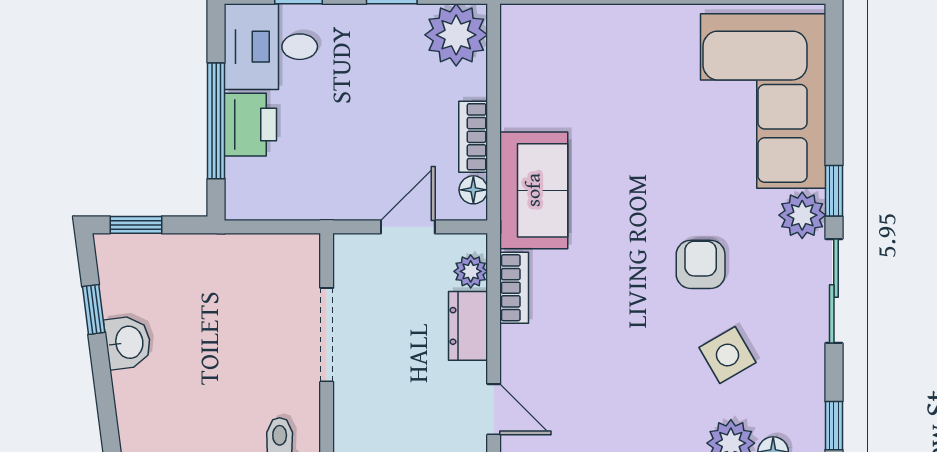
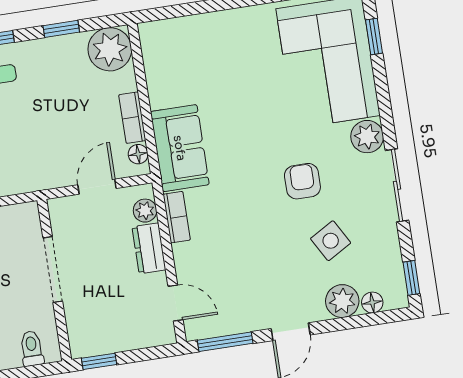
window: (834, 191) -> (374, 36), moved

